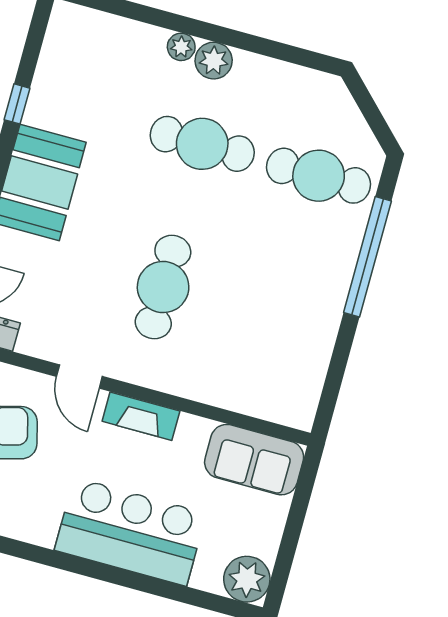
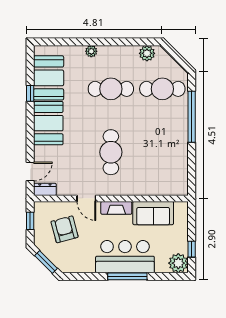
plant: (214, 61) -> (147, 53), moved
booth: (68, 81) -> (49, 78), added
sofa: (254, 460) -> (153, 213), moved
window: (286, 556) -> (192, 249), added
window: (124, 578) -> (127, 276), added

